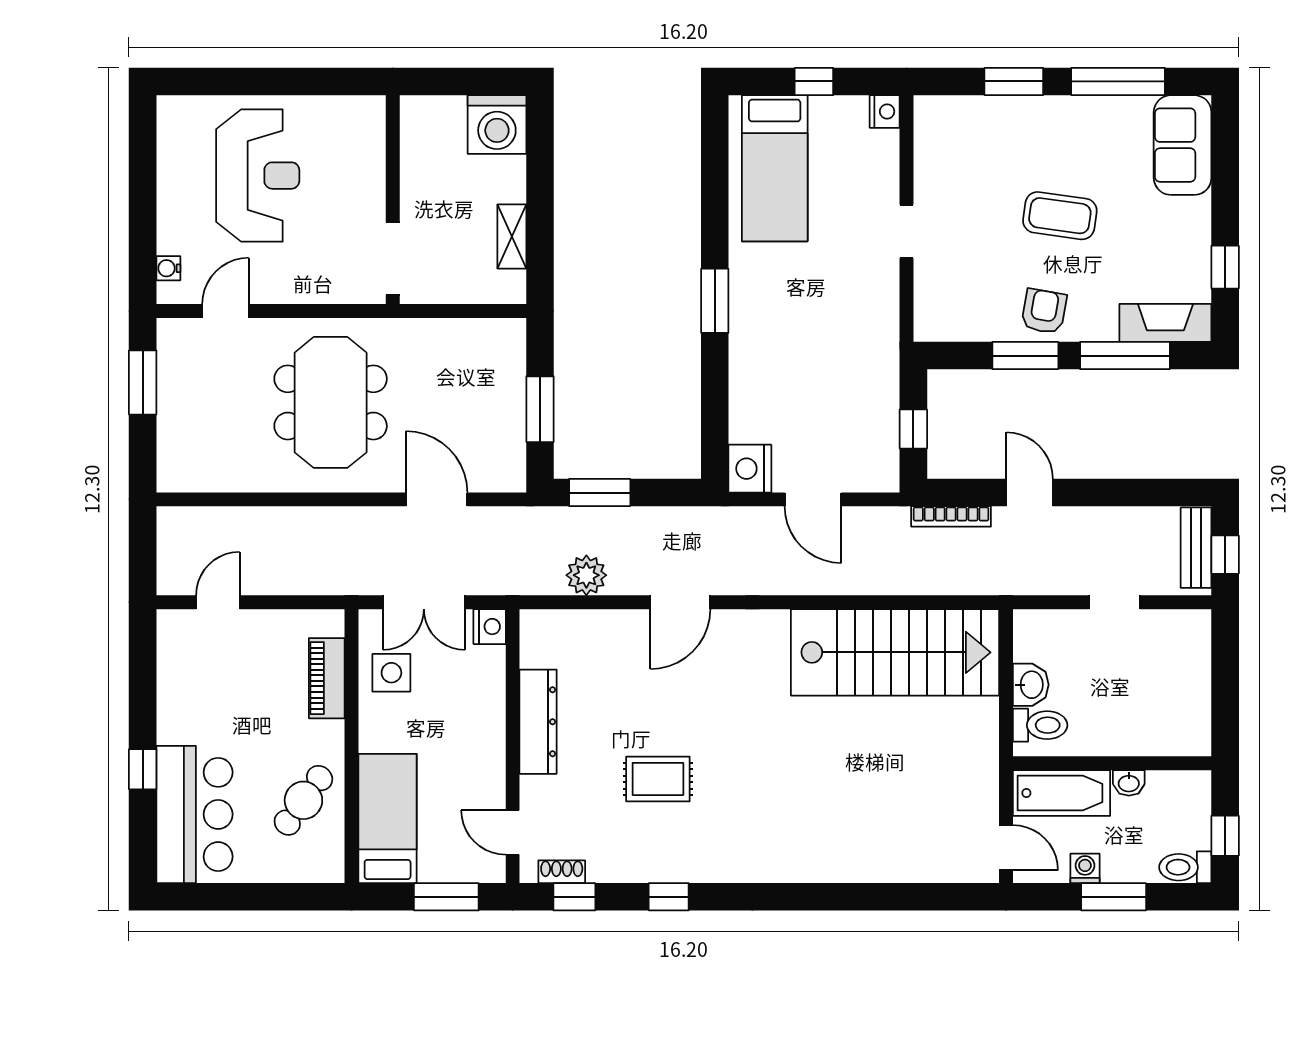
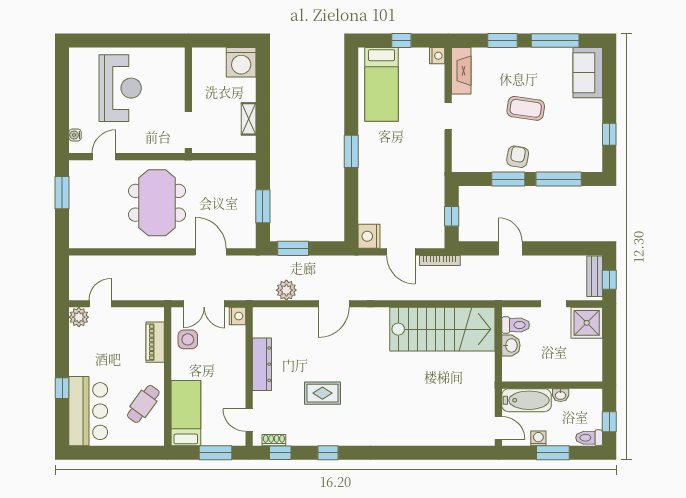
fireplace: (1165, 323) -> (461, 71), moved, turned 90
bookcase: (951, 516) -> (440, 260), moved
plant: (176, 629) -> (79, 317), added
shower: (1181, 640) -> (587, 323), added
toilet: (1040, 725) -> (516, 325), moved

